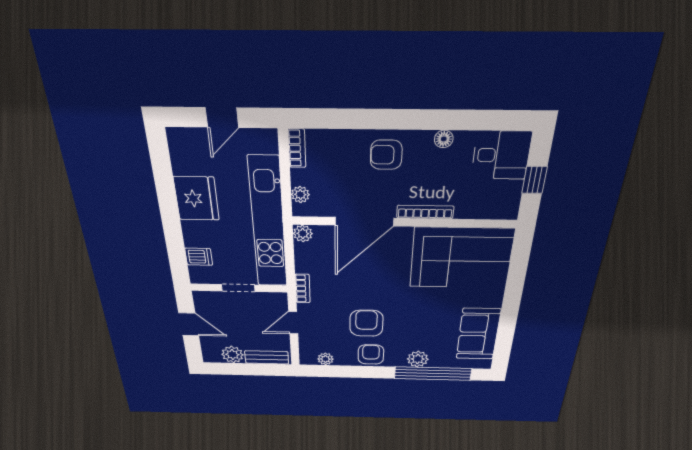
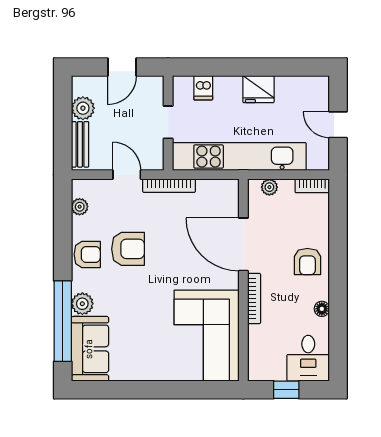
armchair: (386, 155) -> (307, 262), turned 180
fridge: (196, 198) -> (258, 89), width x0.73, depth x0.75
plant: (303, 233) -> (230, 188), removed
bookcase: (303, 288) -> (169, 186), width x1.56
sofa: (478, 334) -> (90, 349), moved, turned 90

